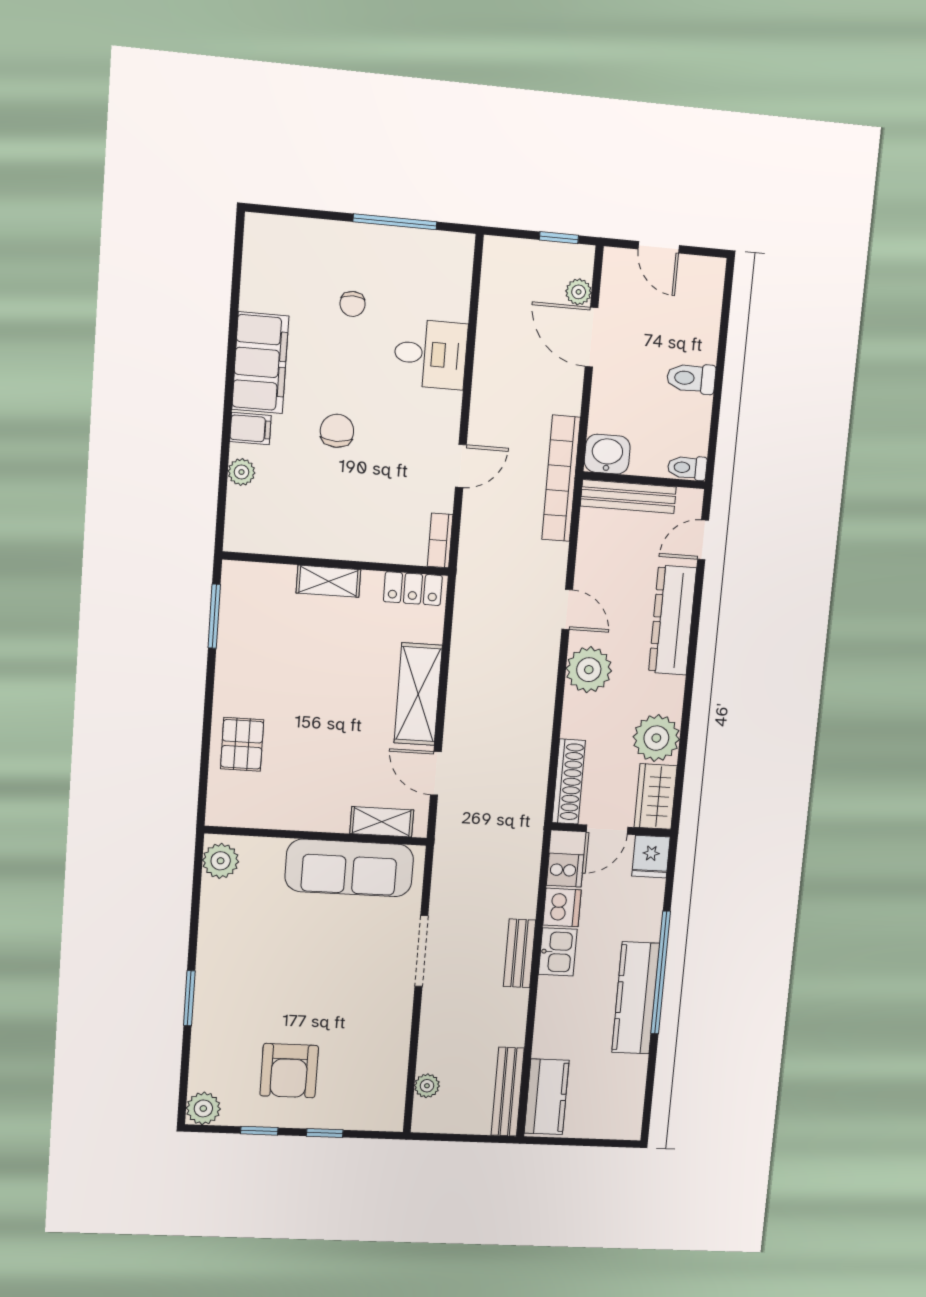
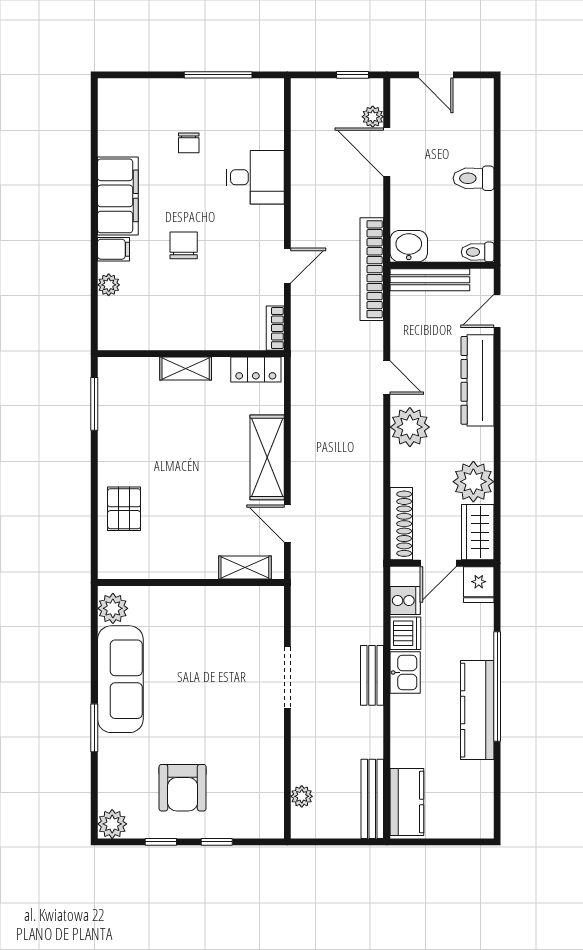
sofa: (349, 868) -> (120, 679), moved, turned -90

